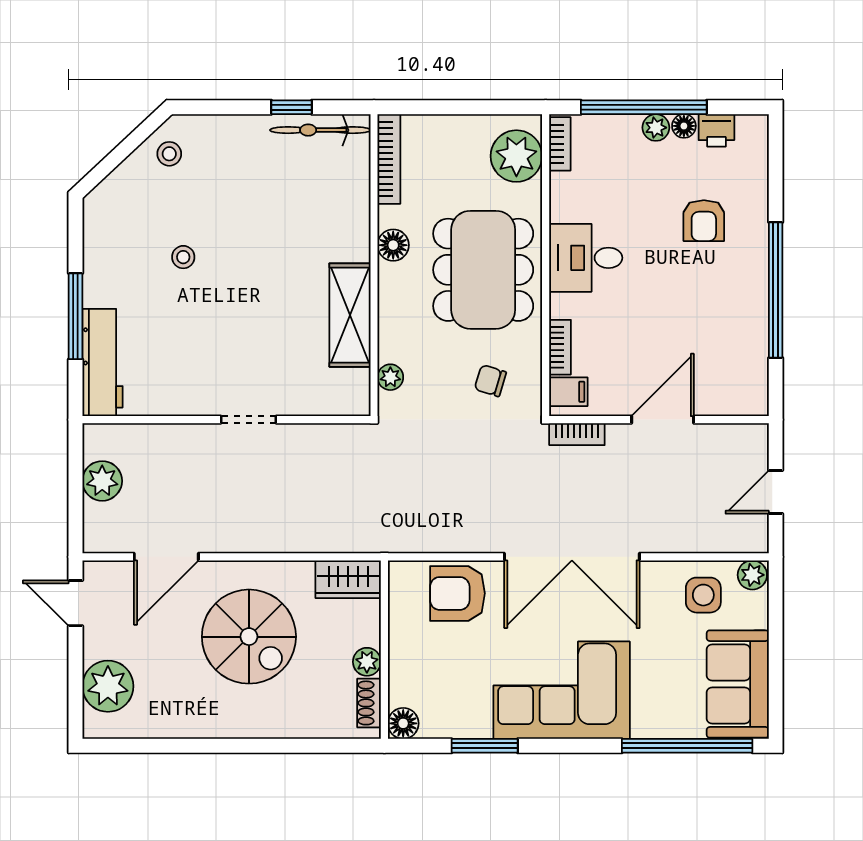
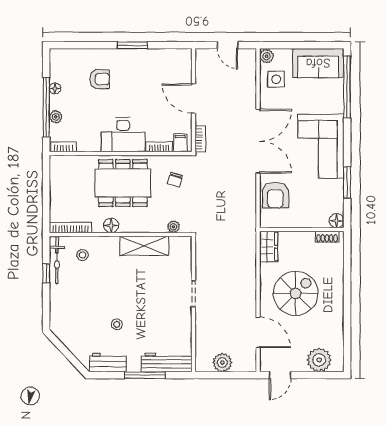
plant: (656, 128) -> (56, 117), moved
printer: (716, 130) -> (57, 73), removed
stool: (169, 154) -> (82, 255), moved
plant: (516, 156) -> (69, 167), removed
workbench: (102, 239) -> (108, 363), added
desk: (586, 258) -> (123, 135), width x1.37
window: (776, 290) -> (132, 45), width x0.47
plant: (367, 662) -> (308, 238), removed

